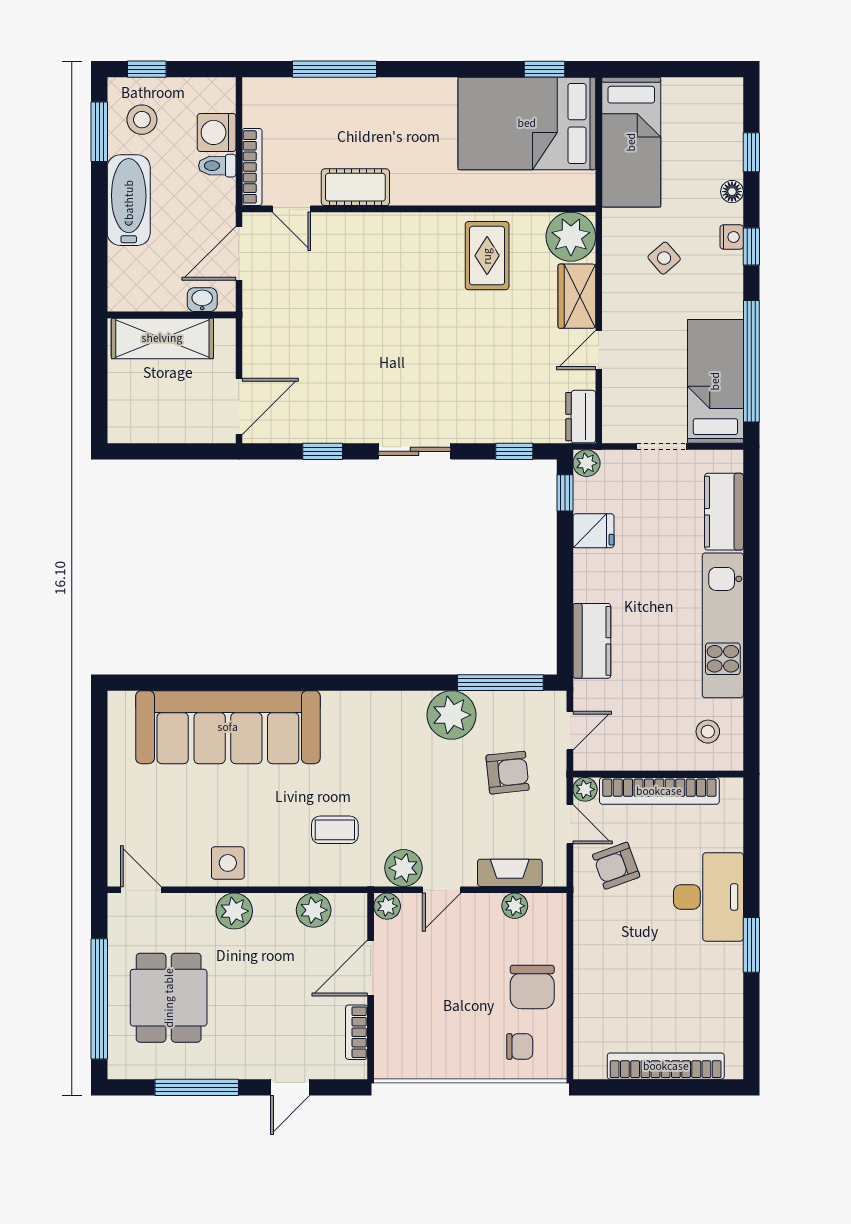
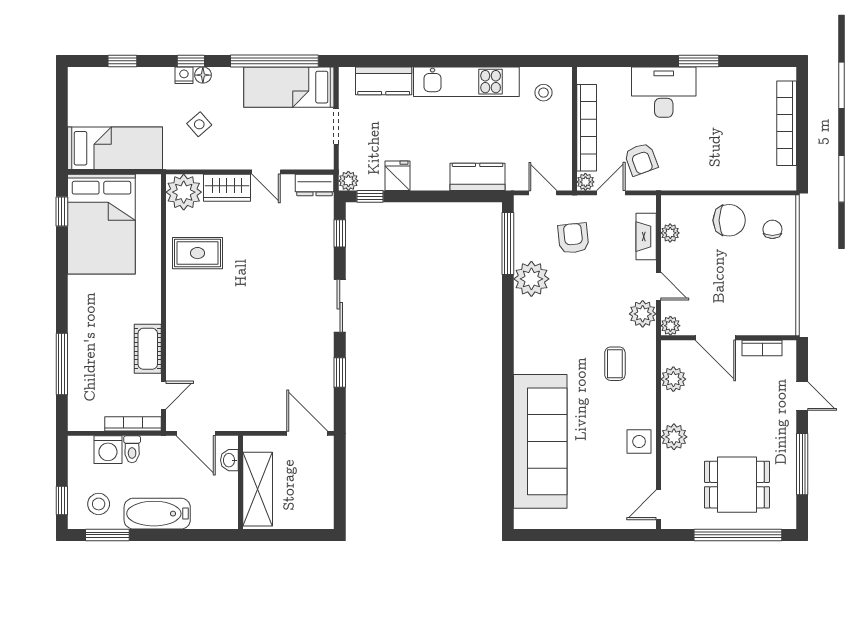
floor lamp: (732, 192) -> (203, 75), moved

